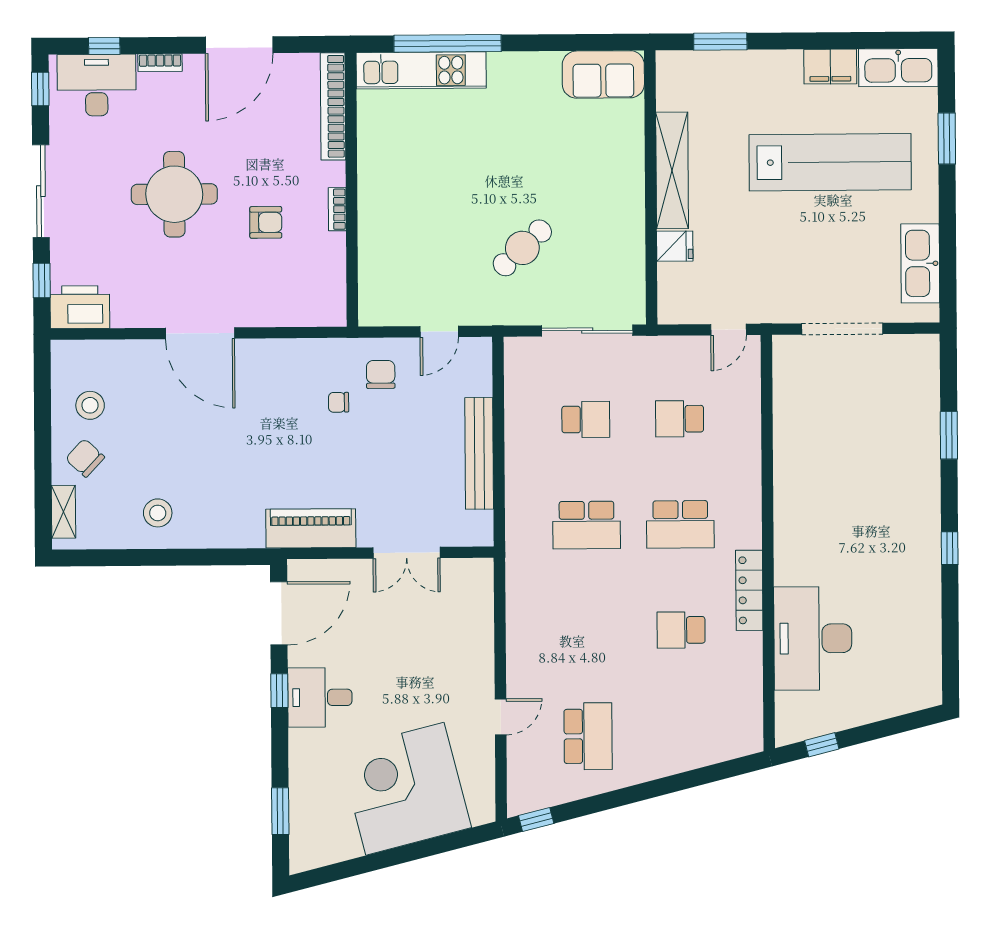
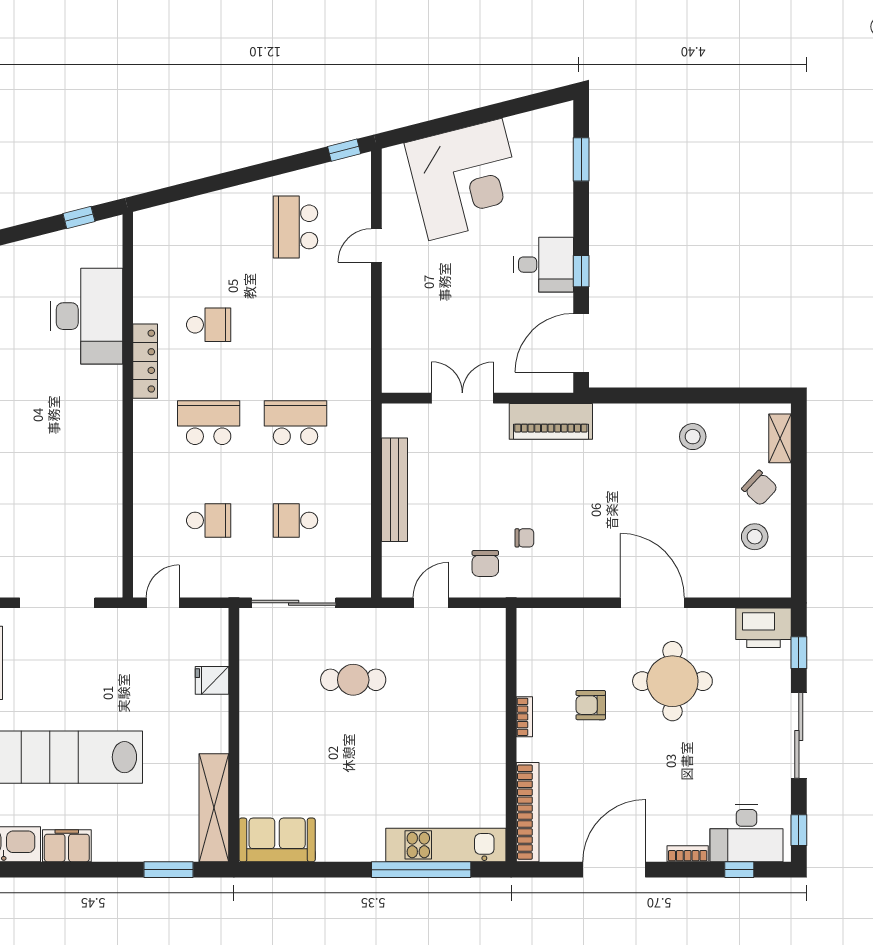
shelving: (672, 170) -> (214, 808), moved
round table: (174, 194) -> (672, 681), moved
cafe table: (522, 248) -> (353, 680), turned 43

